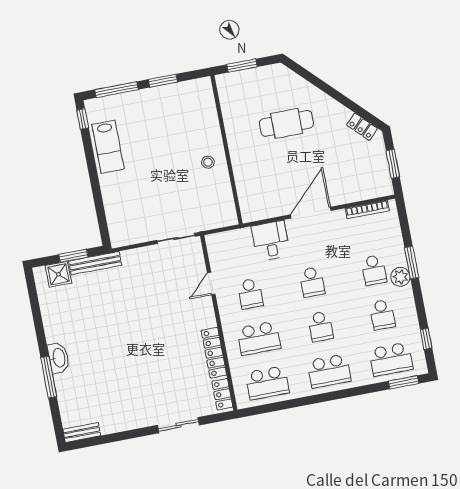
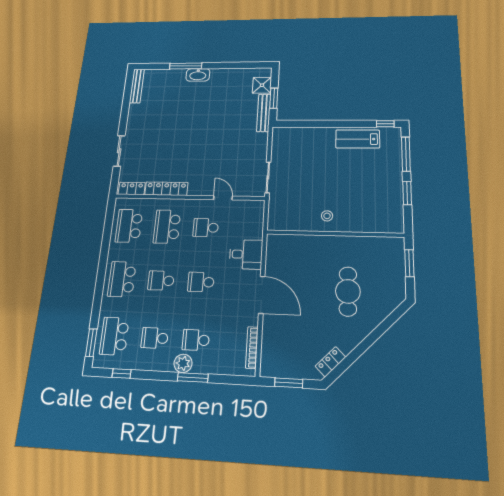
bench: (82, 432) -> (137, 86), width x1.36

